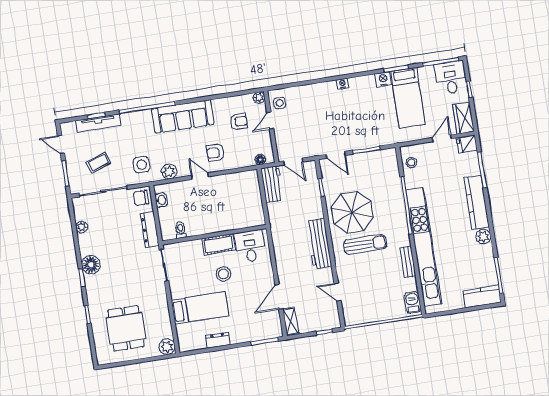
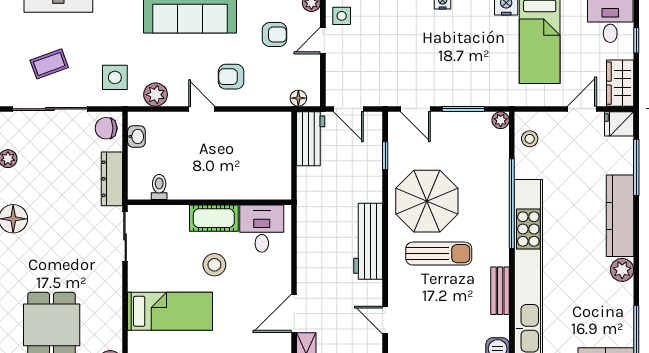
plant: (391, 153) -> (501, 120), added

